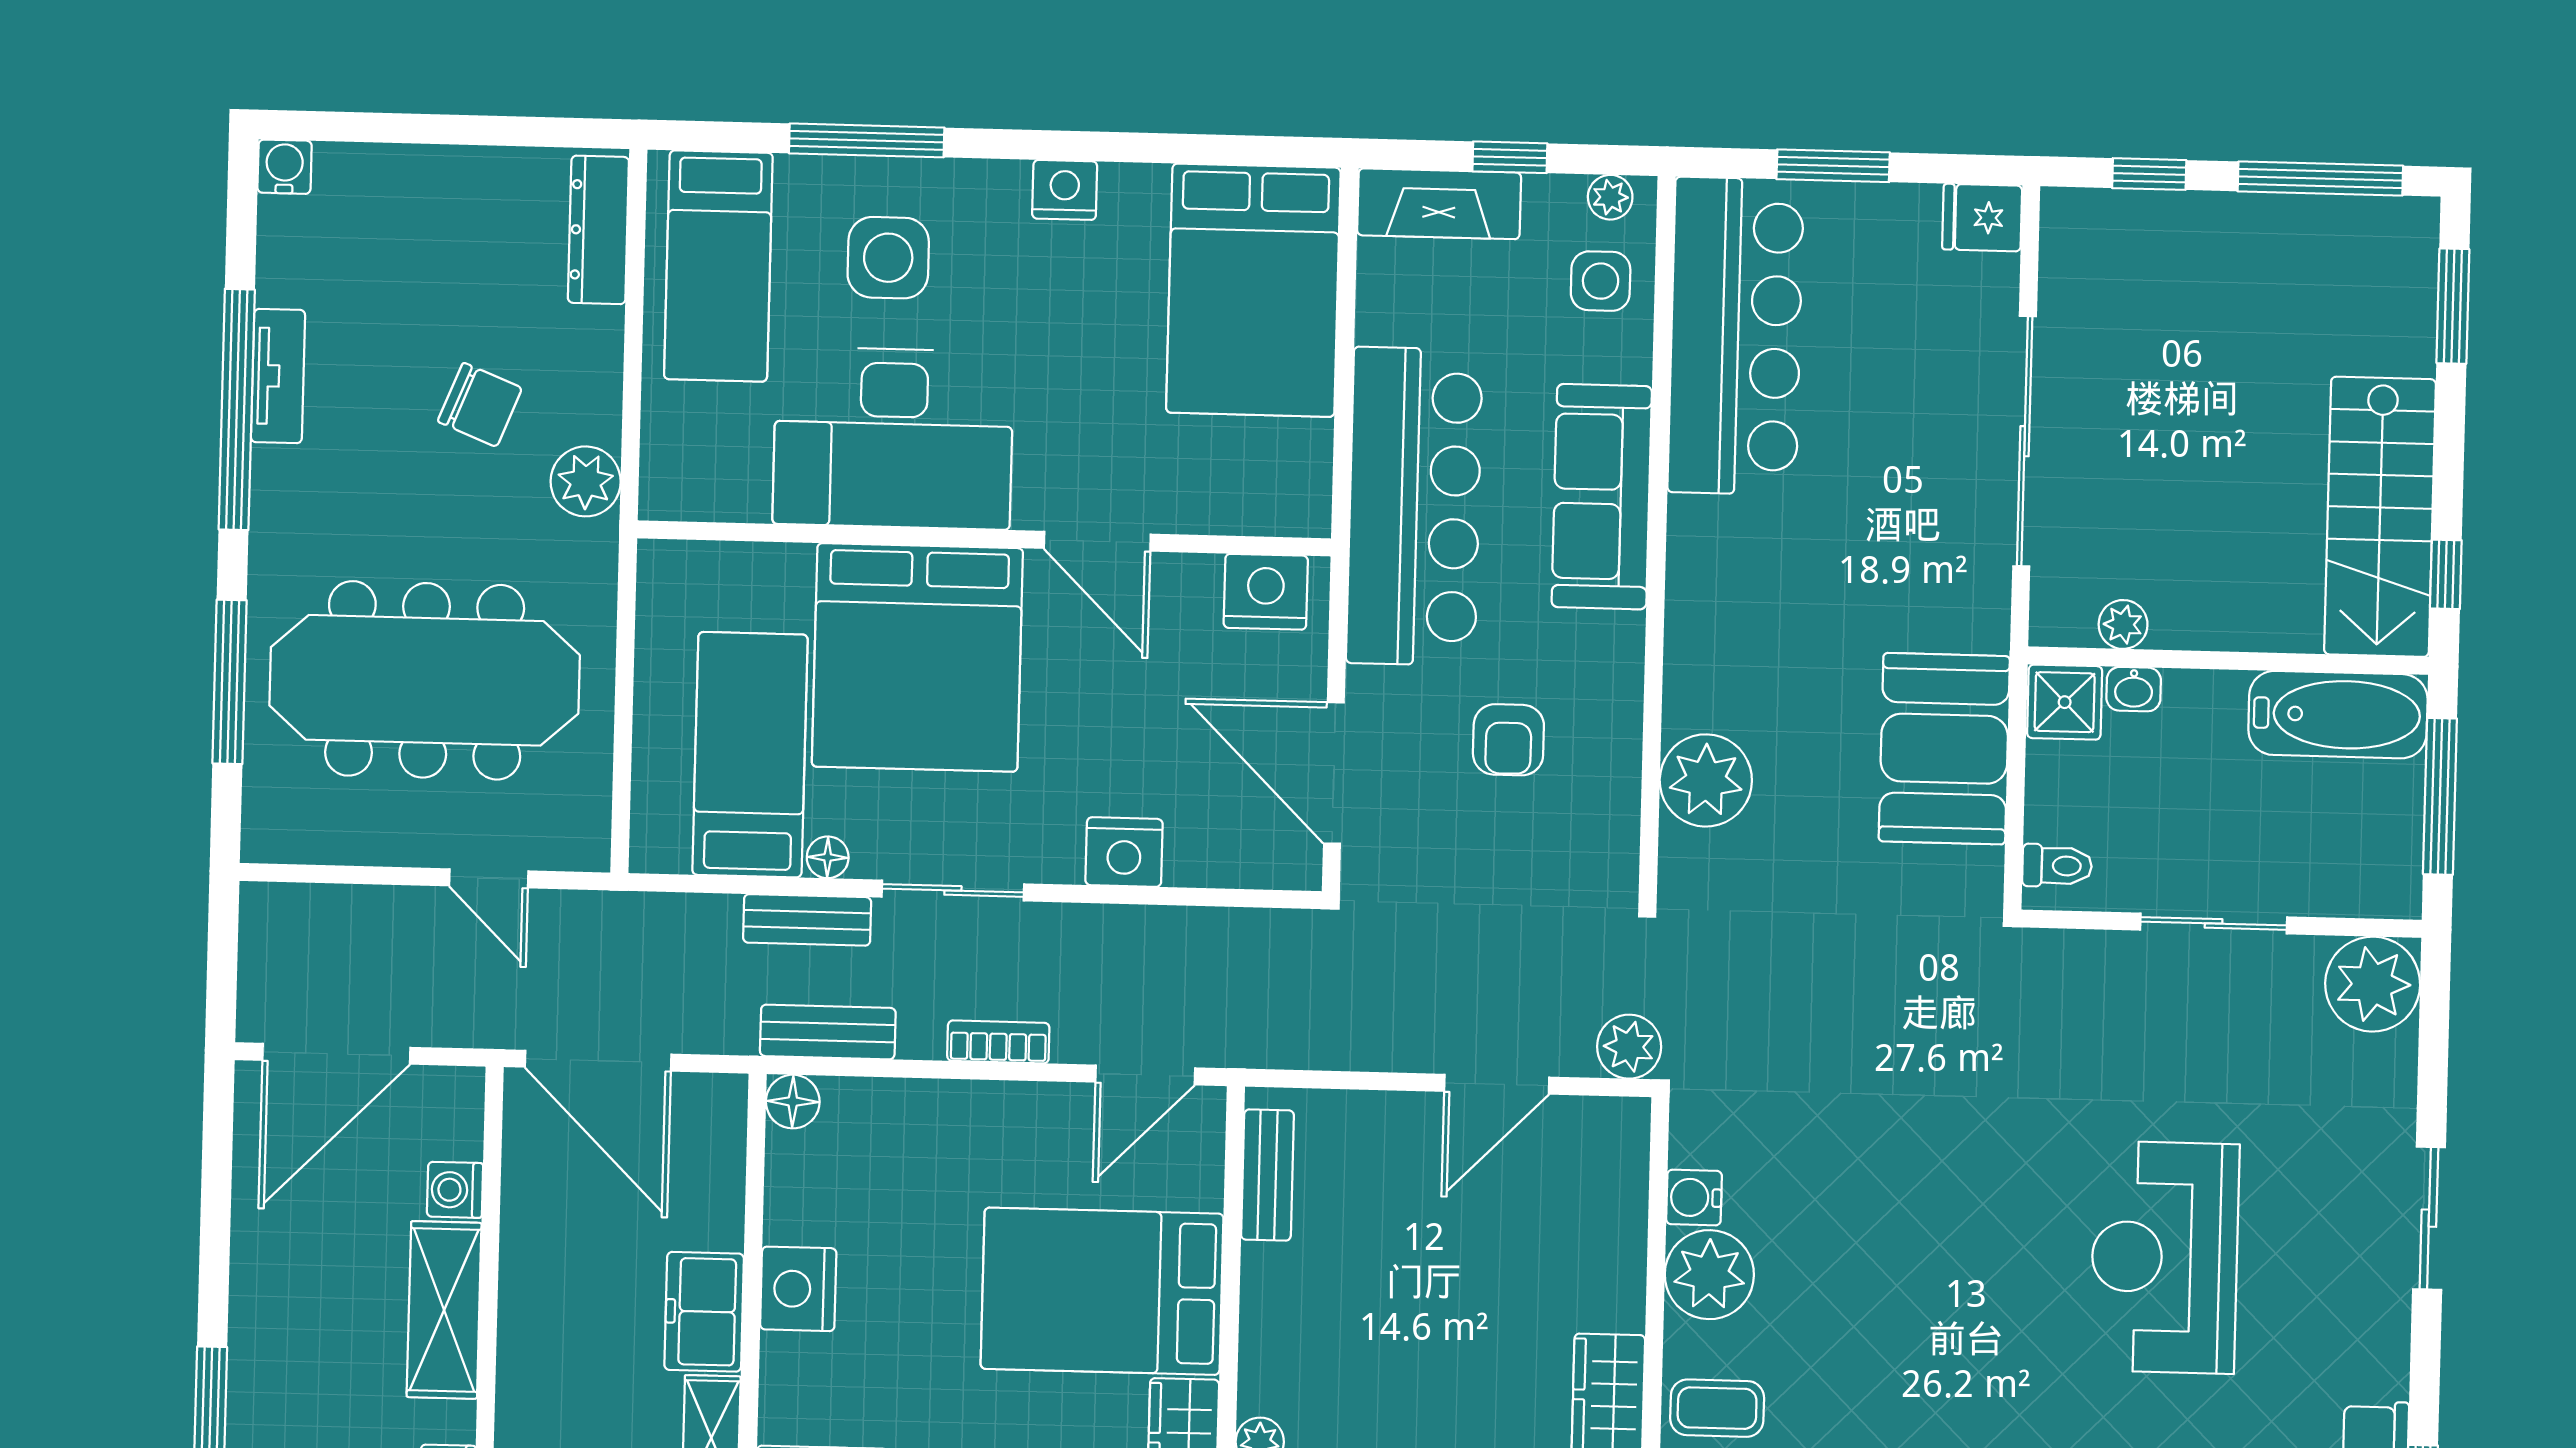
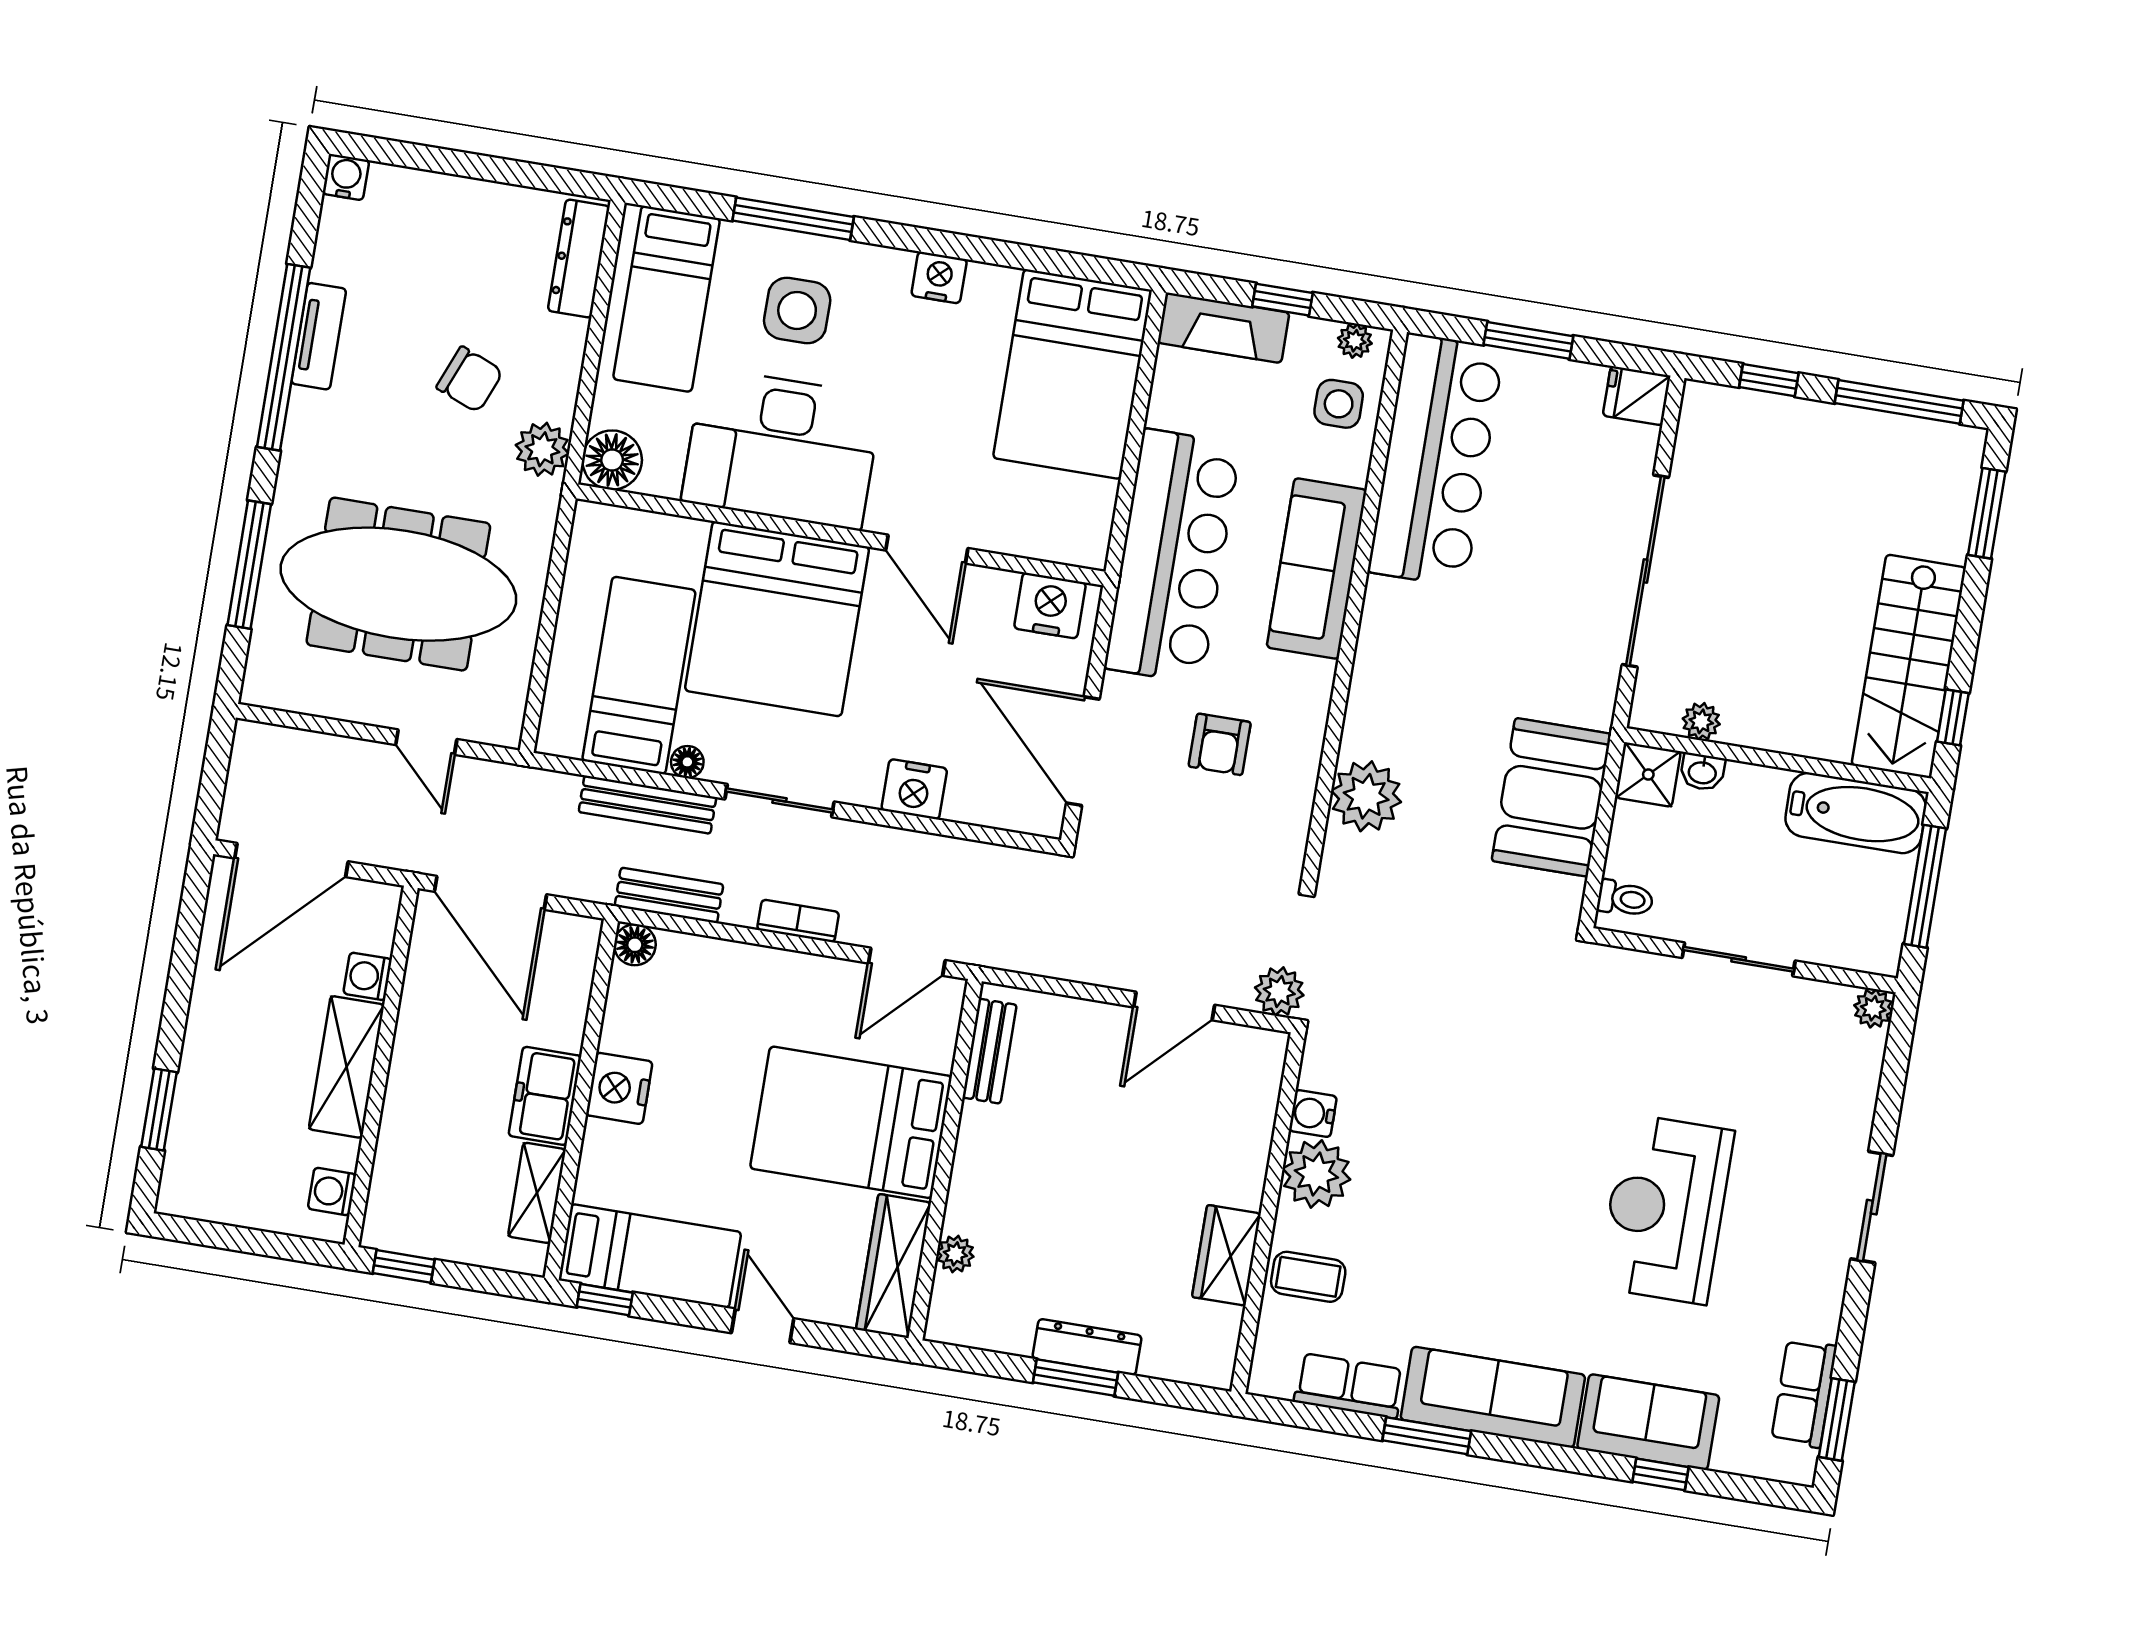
floor lamp: (677, 483) -> (612, 460), added
bench: (807, 920) -> (647, 805), width x1.36
plant: (2373, 984) -> (1873, 1008), width x0.53, depth x0.53

